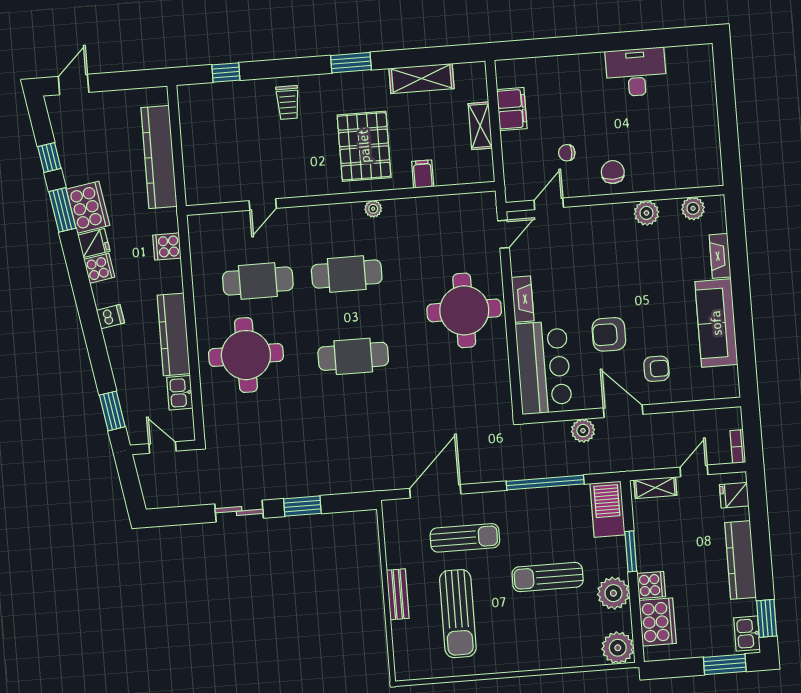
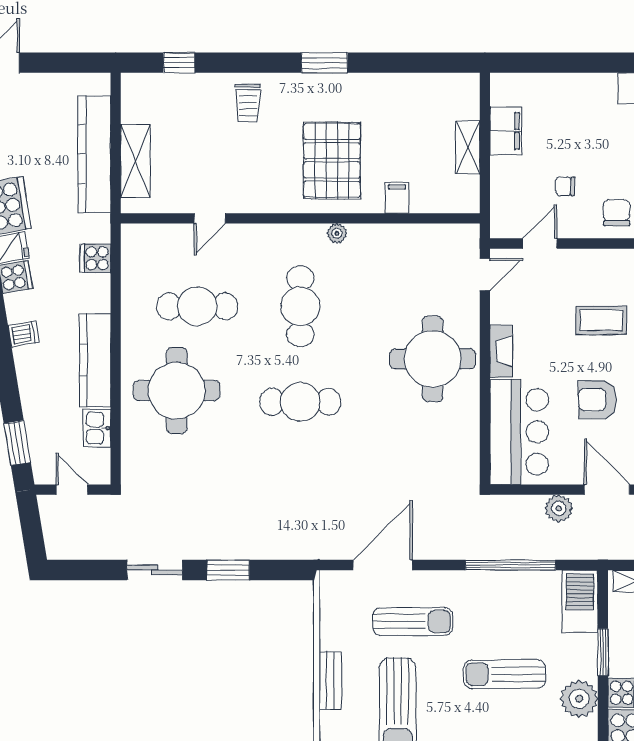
shelving: (421, 79) -> (135, 161), moved, turned 90
coffee table: (607, 266) -> (601, 320), added
cafe table: (347, 274) -> (300, 306), turned 90

